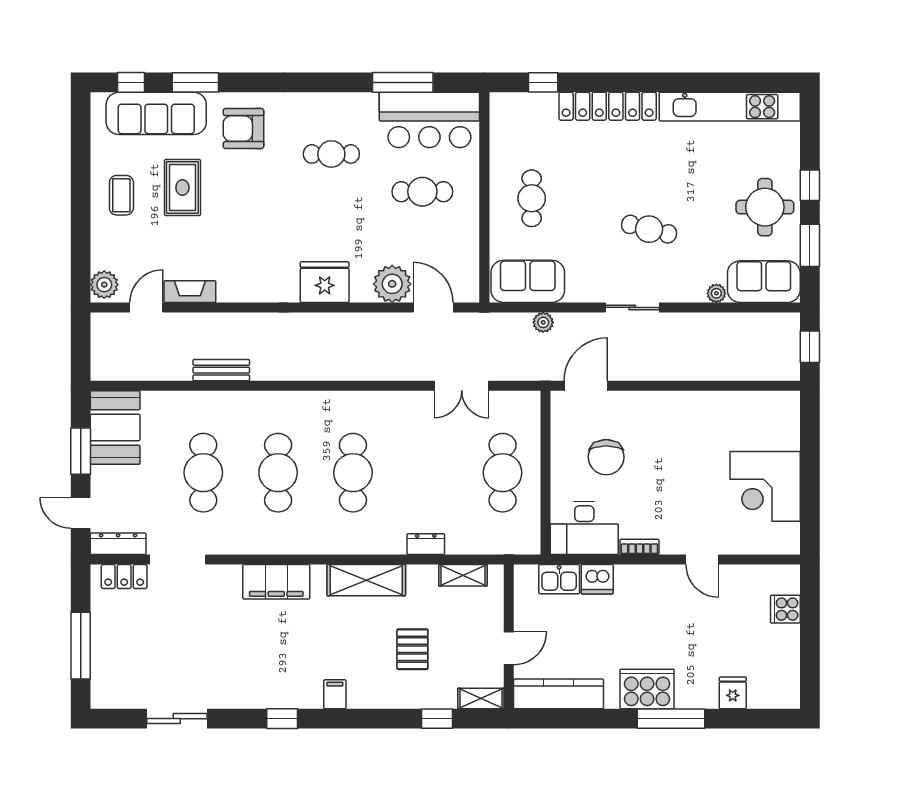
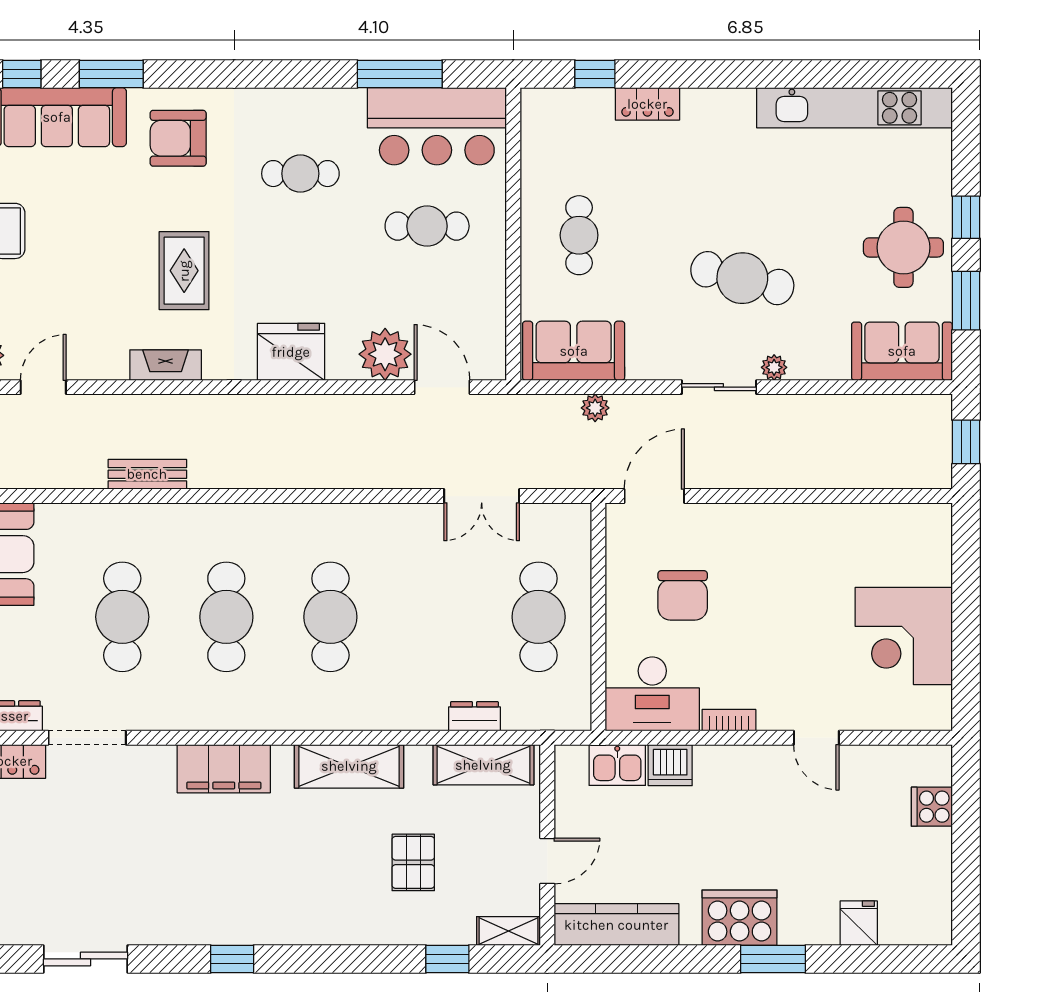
locker: (608, 106) -> (647, 104), width x0.46, depth x0.83
rug: (182, 188) -> (184, 271), moved
cafe table: (649, 229) -> (742, 278), width x1.37, depth x1.35
fireplace: (190, 292) -> (166, 365), moved
plant: (716, 293) -> (774, 367), moved
dresser: (426, 544) -> (474, 716), moved
shelving: (463, 575) -> (483, 765), width x1.50, depth x1.33
filing cabinet: (335, 694) -> (305, 925), removed
window: (671, 719) -> (773, 959), width x0.69

